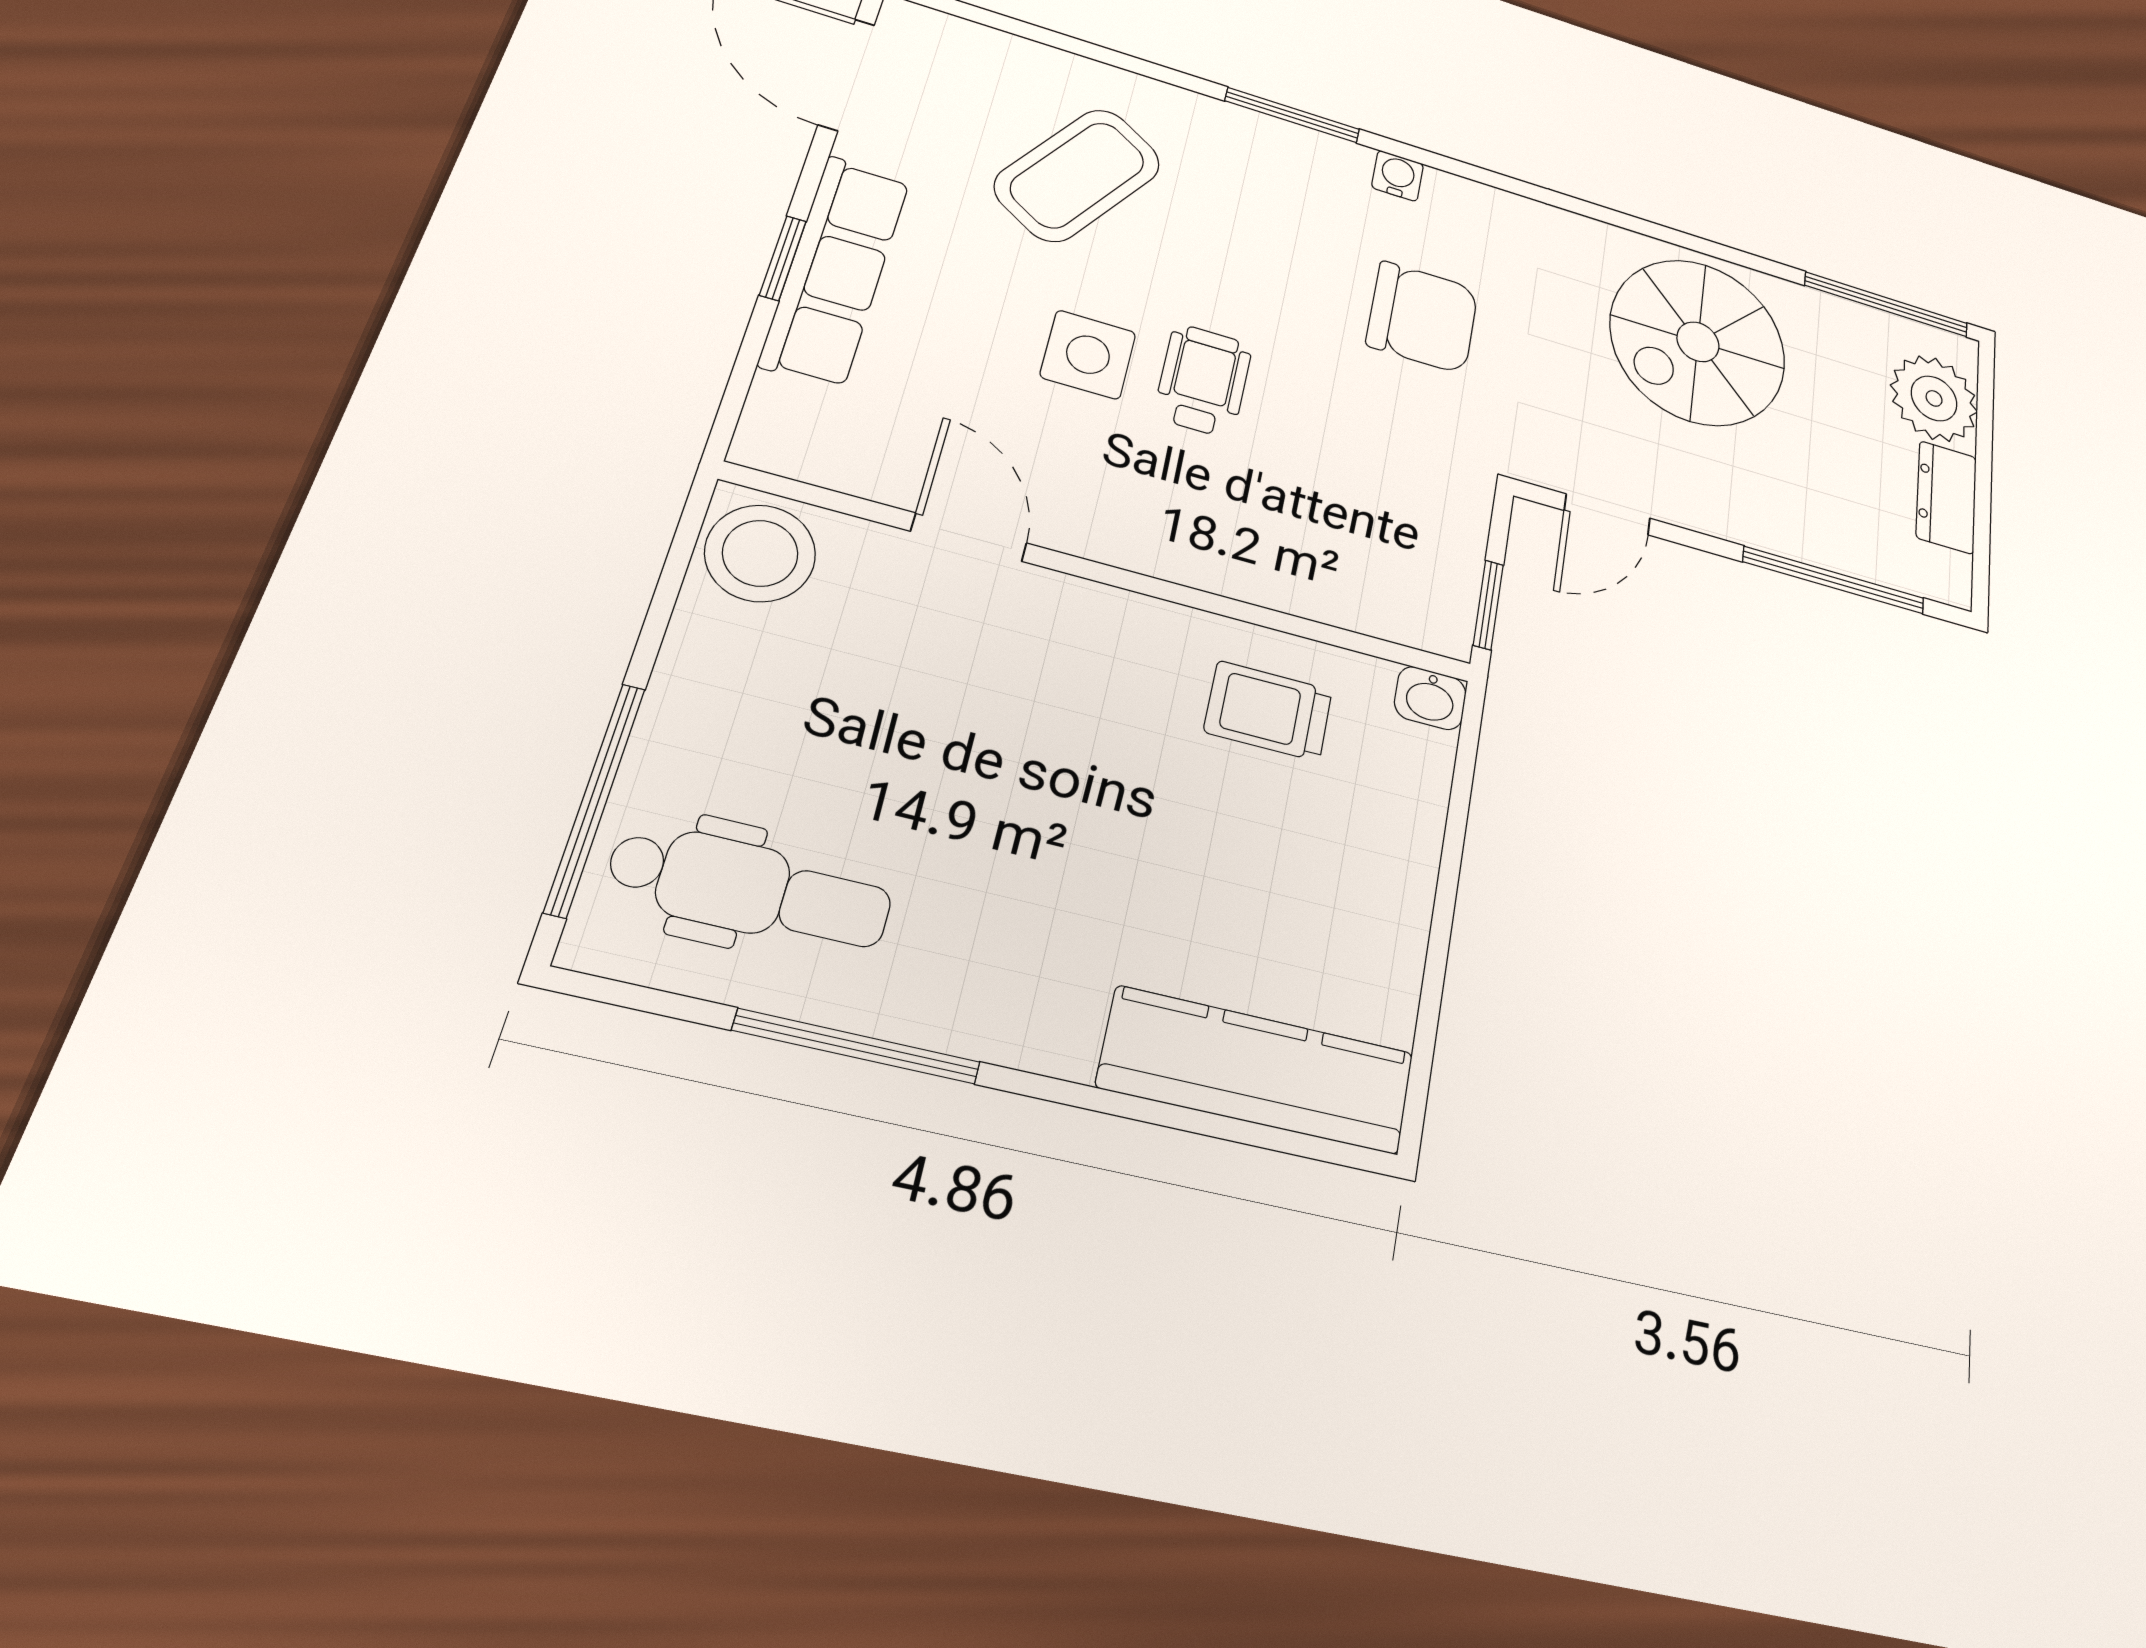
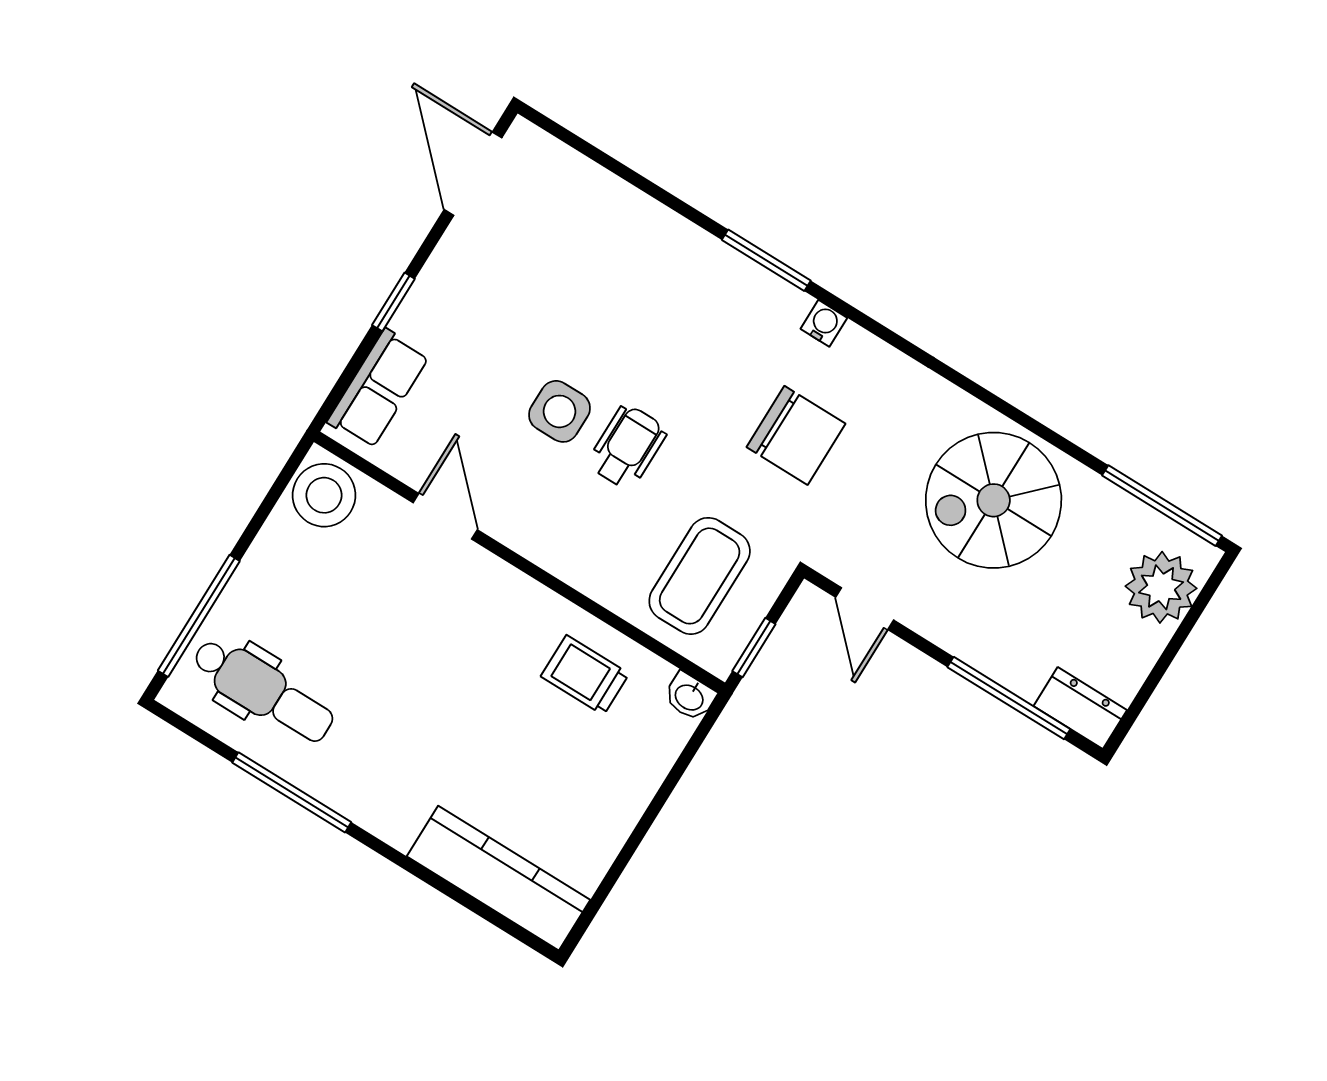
coffee table: (1078, 175) -> (700, 576), moved, turned -33
row of seats: (836, 270) -> (378, 389), moved, width x0.68
dresser: (1946, 497) -> (1080, 708), moved, turned 90
door: (1607, 514) -> (865, 609), hinge flipped

